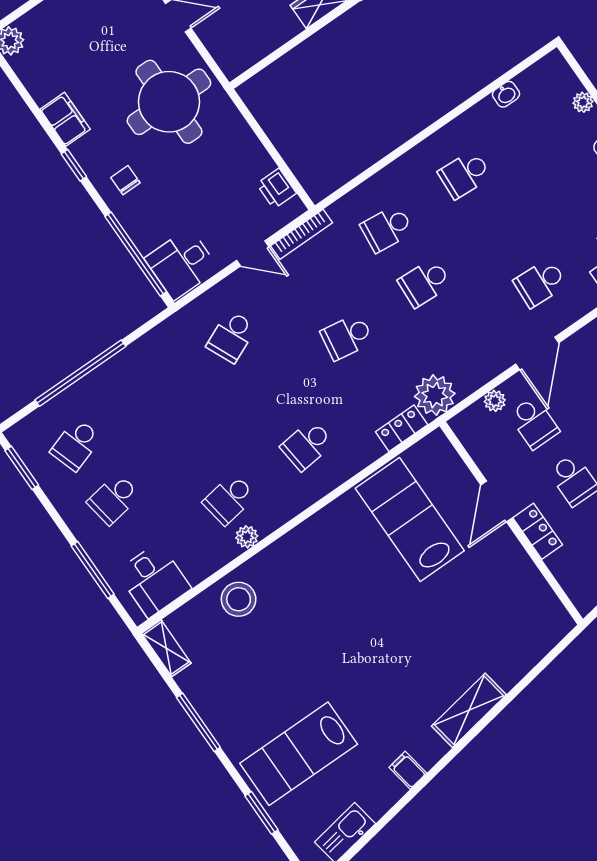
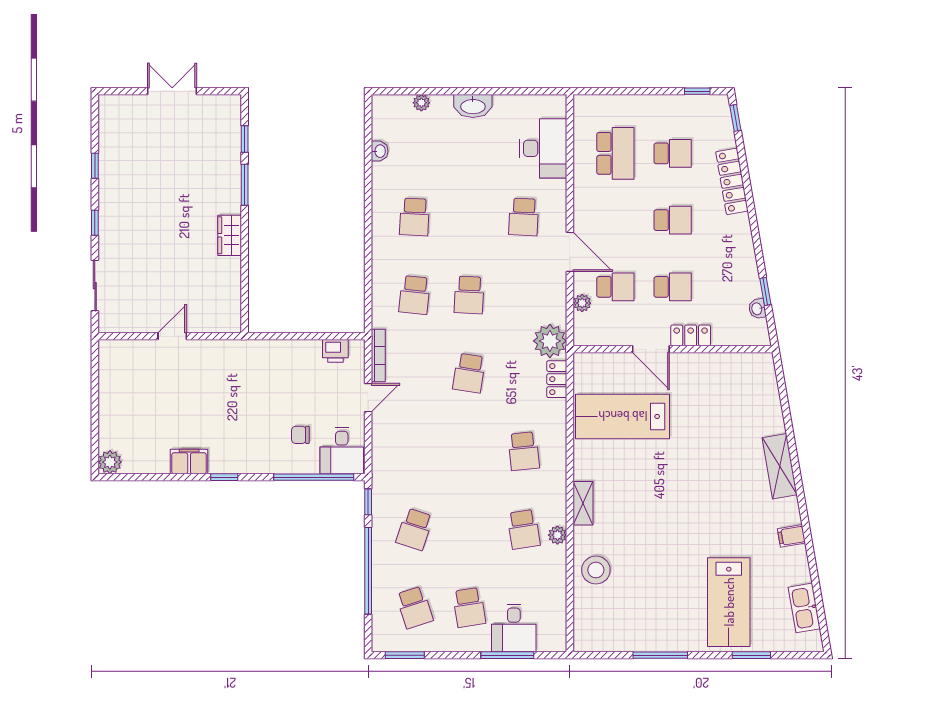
round table: (169, 102) -> (226, 383), removed
chair: (125, 180) -> (300, 435), moved
window: (149, 325) -> (368, 502), added
school desk: (231, 337) -> (415, 529), moved, turned 42
desk: (154, 580) -> (514, 628), moved, turned 90
shelving: (166, 648) -> (583, 503), moved, turned 90

